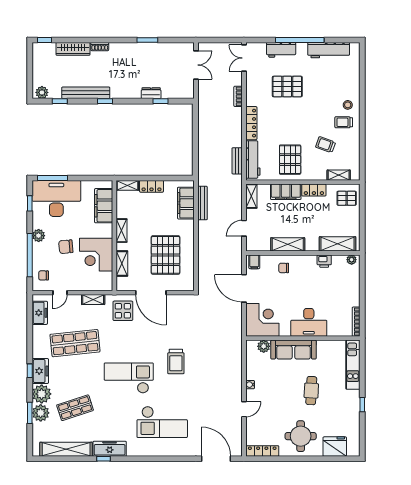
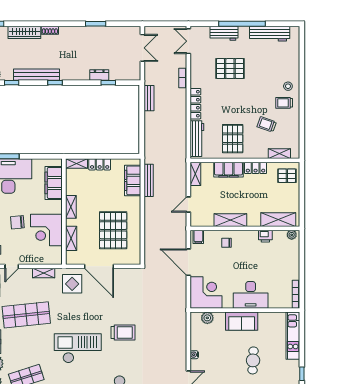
bench: (237, 161) -> (149, 98), moved
sofa: (293, 350) -> (242, 321), width x0.73
trolley: (176, 362) -> (123, 332), turned -90

